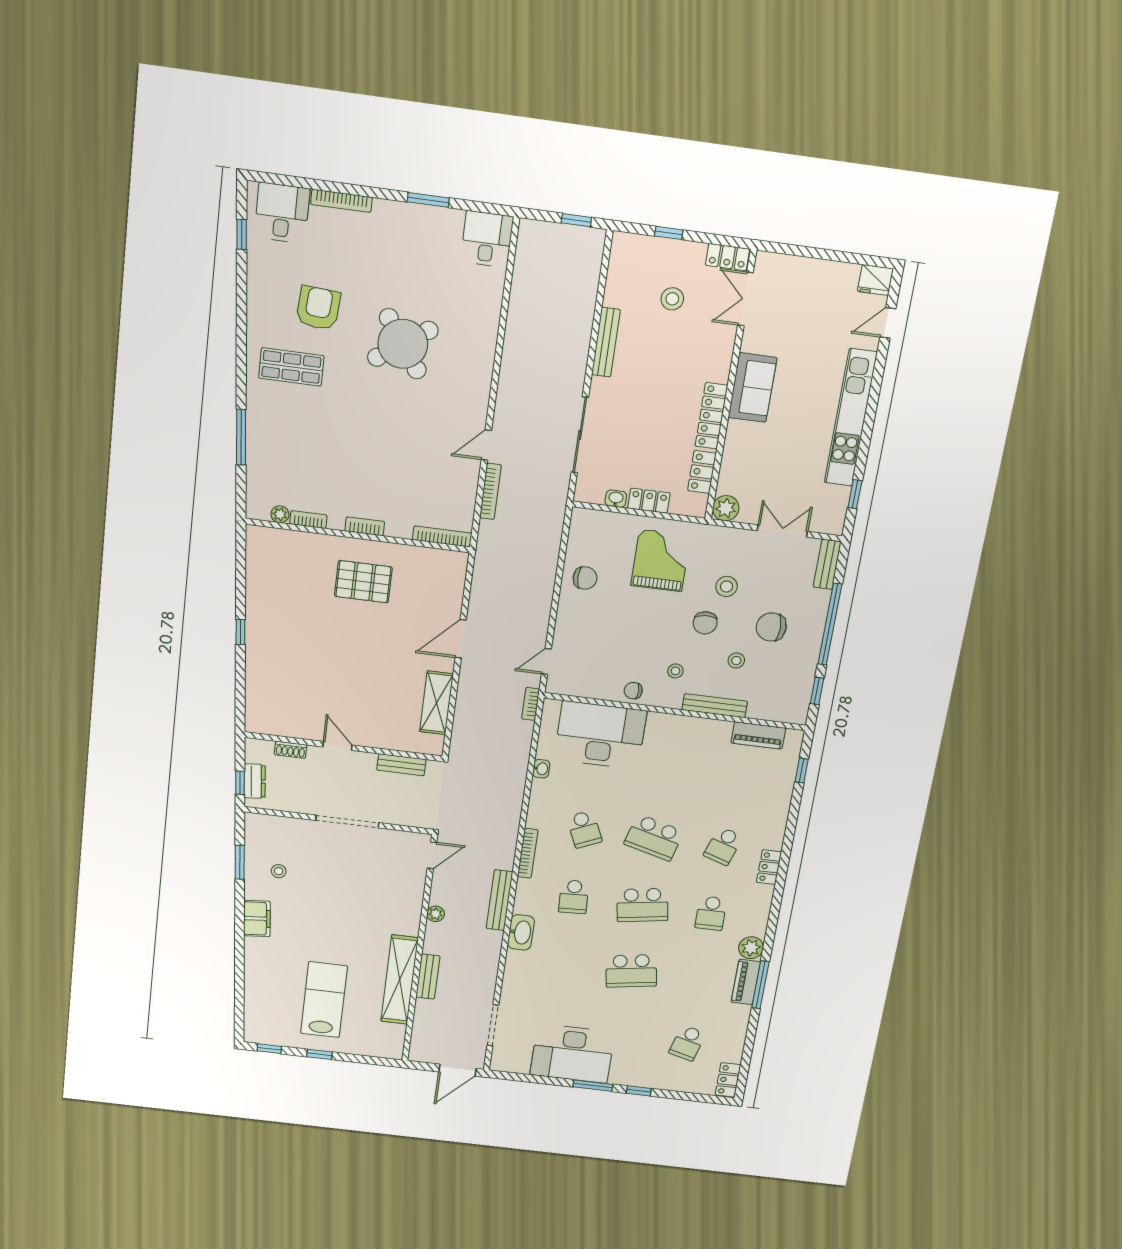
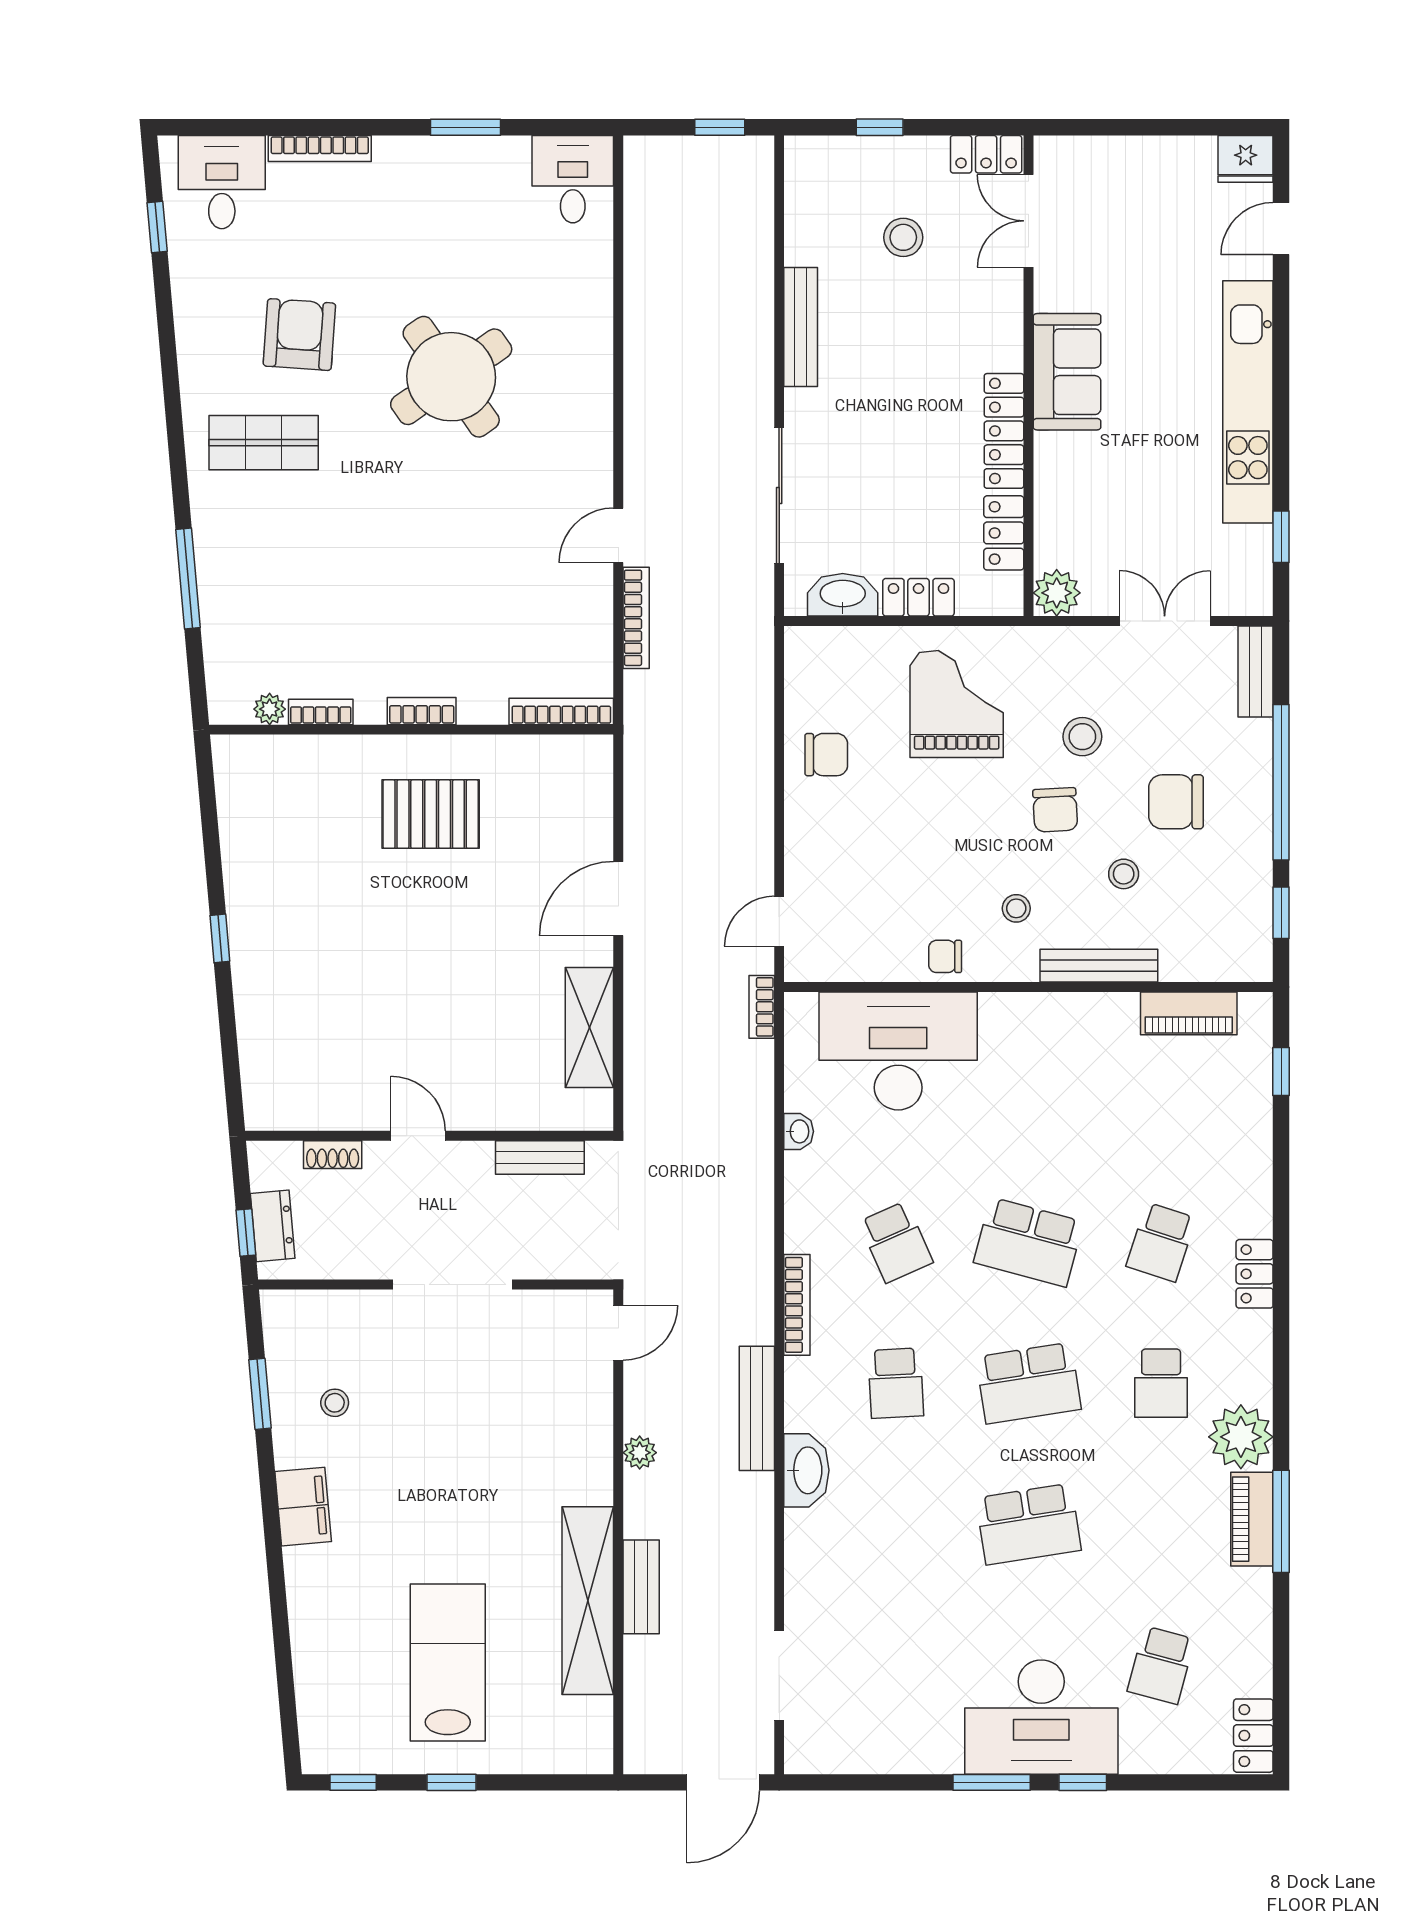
washbasin: (616, 499) -> (843, 595), width x1.91, depth x1.45
plant: (751, 948) -> (1241, 1437), width x1.36, depth x1.36
desk: (572, 1054) -> (1041, 1717), moved

